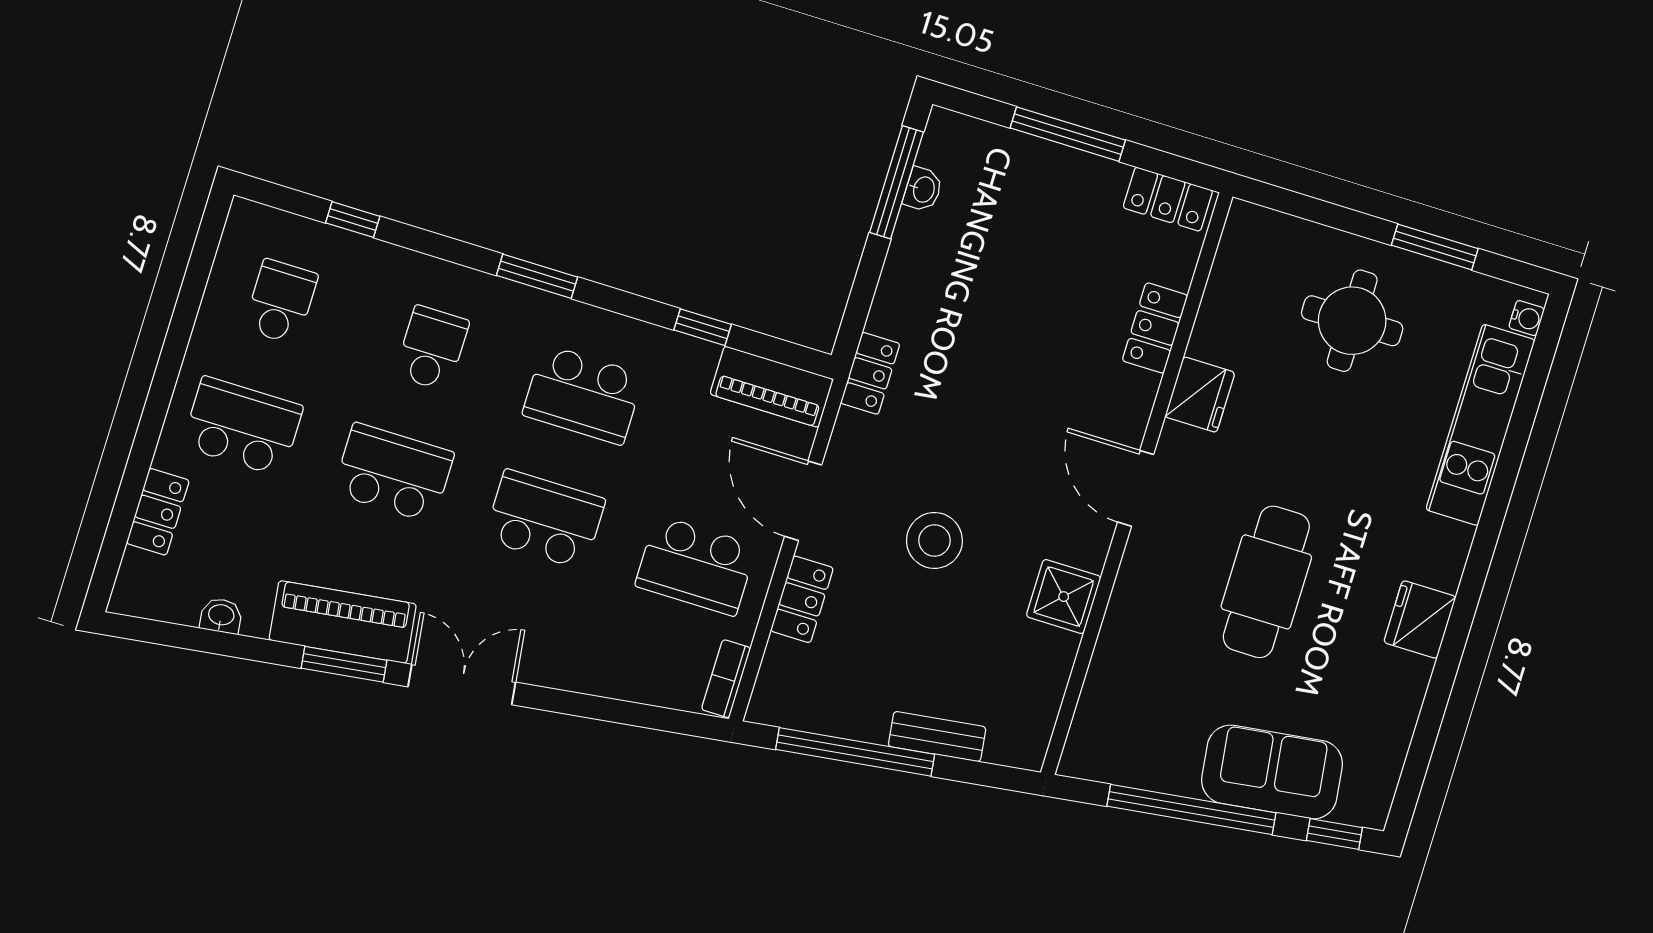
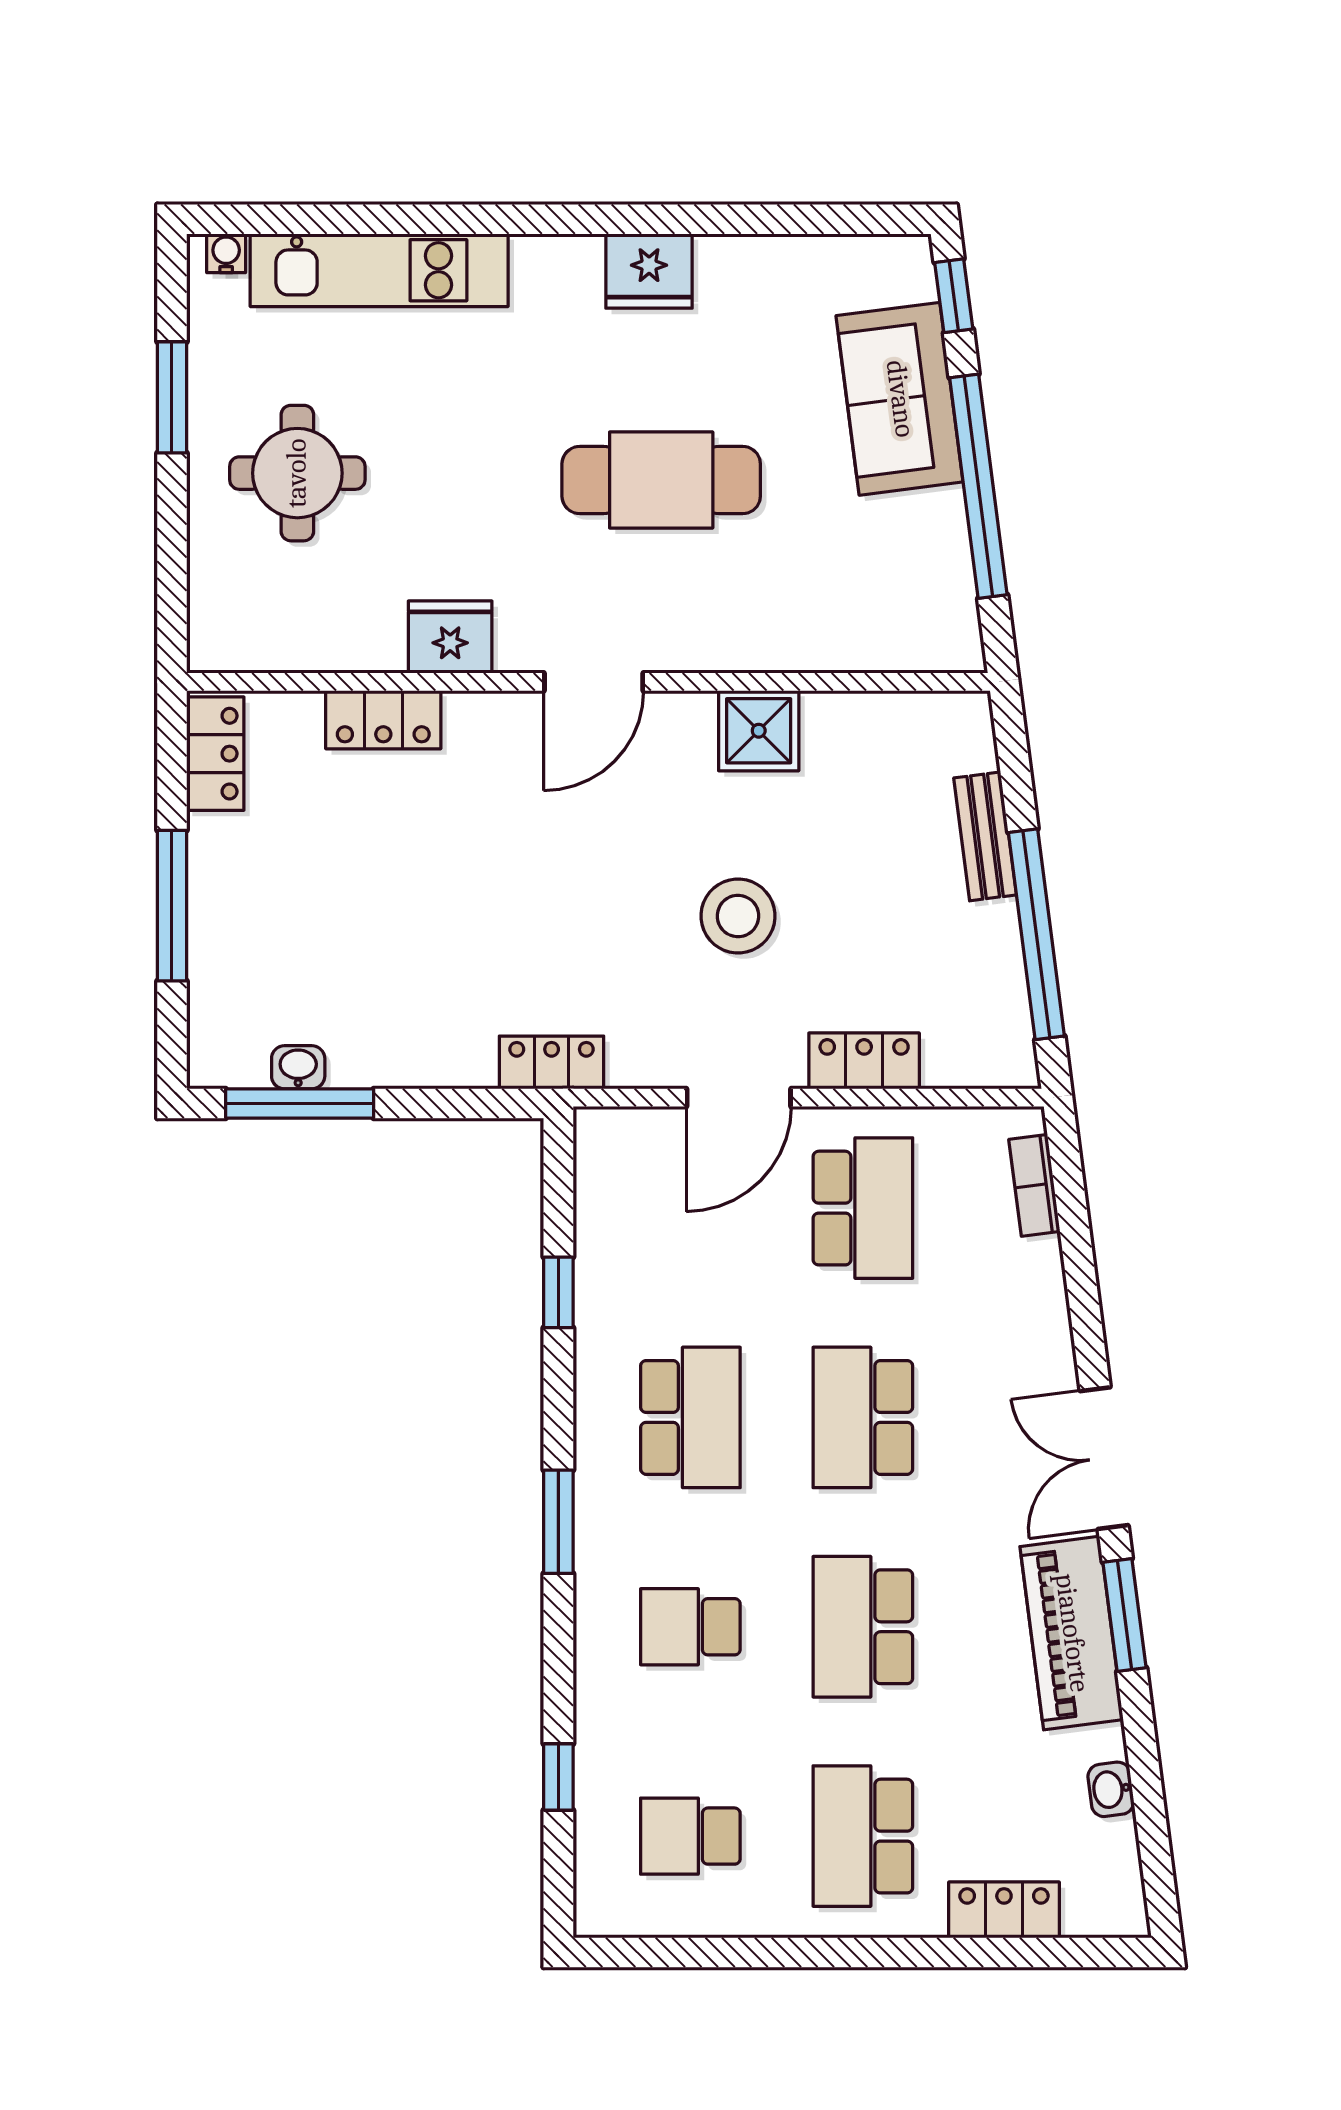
piano: (772, 387) -> (607, 1182), removed
bookcase: (726, 679) -> (1034, 1185), moved, turned 83

